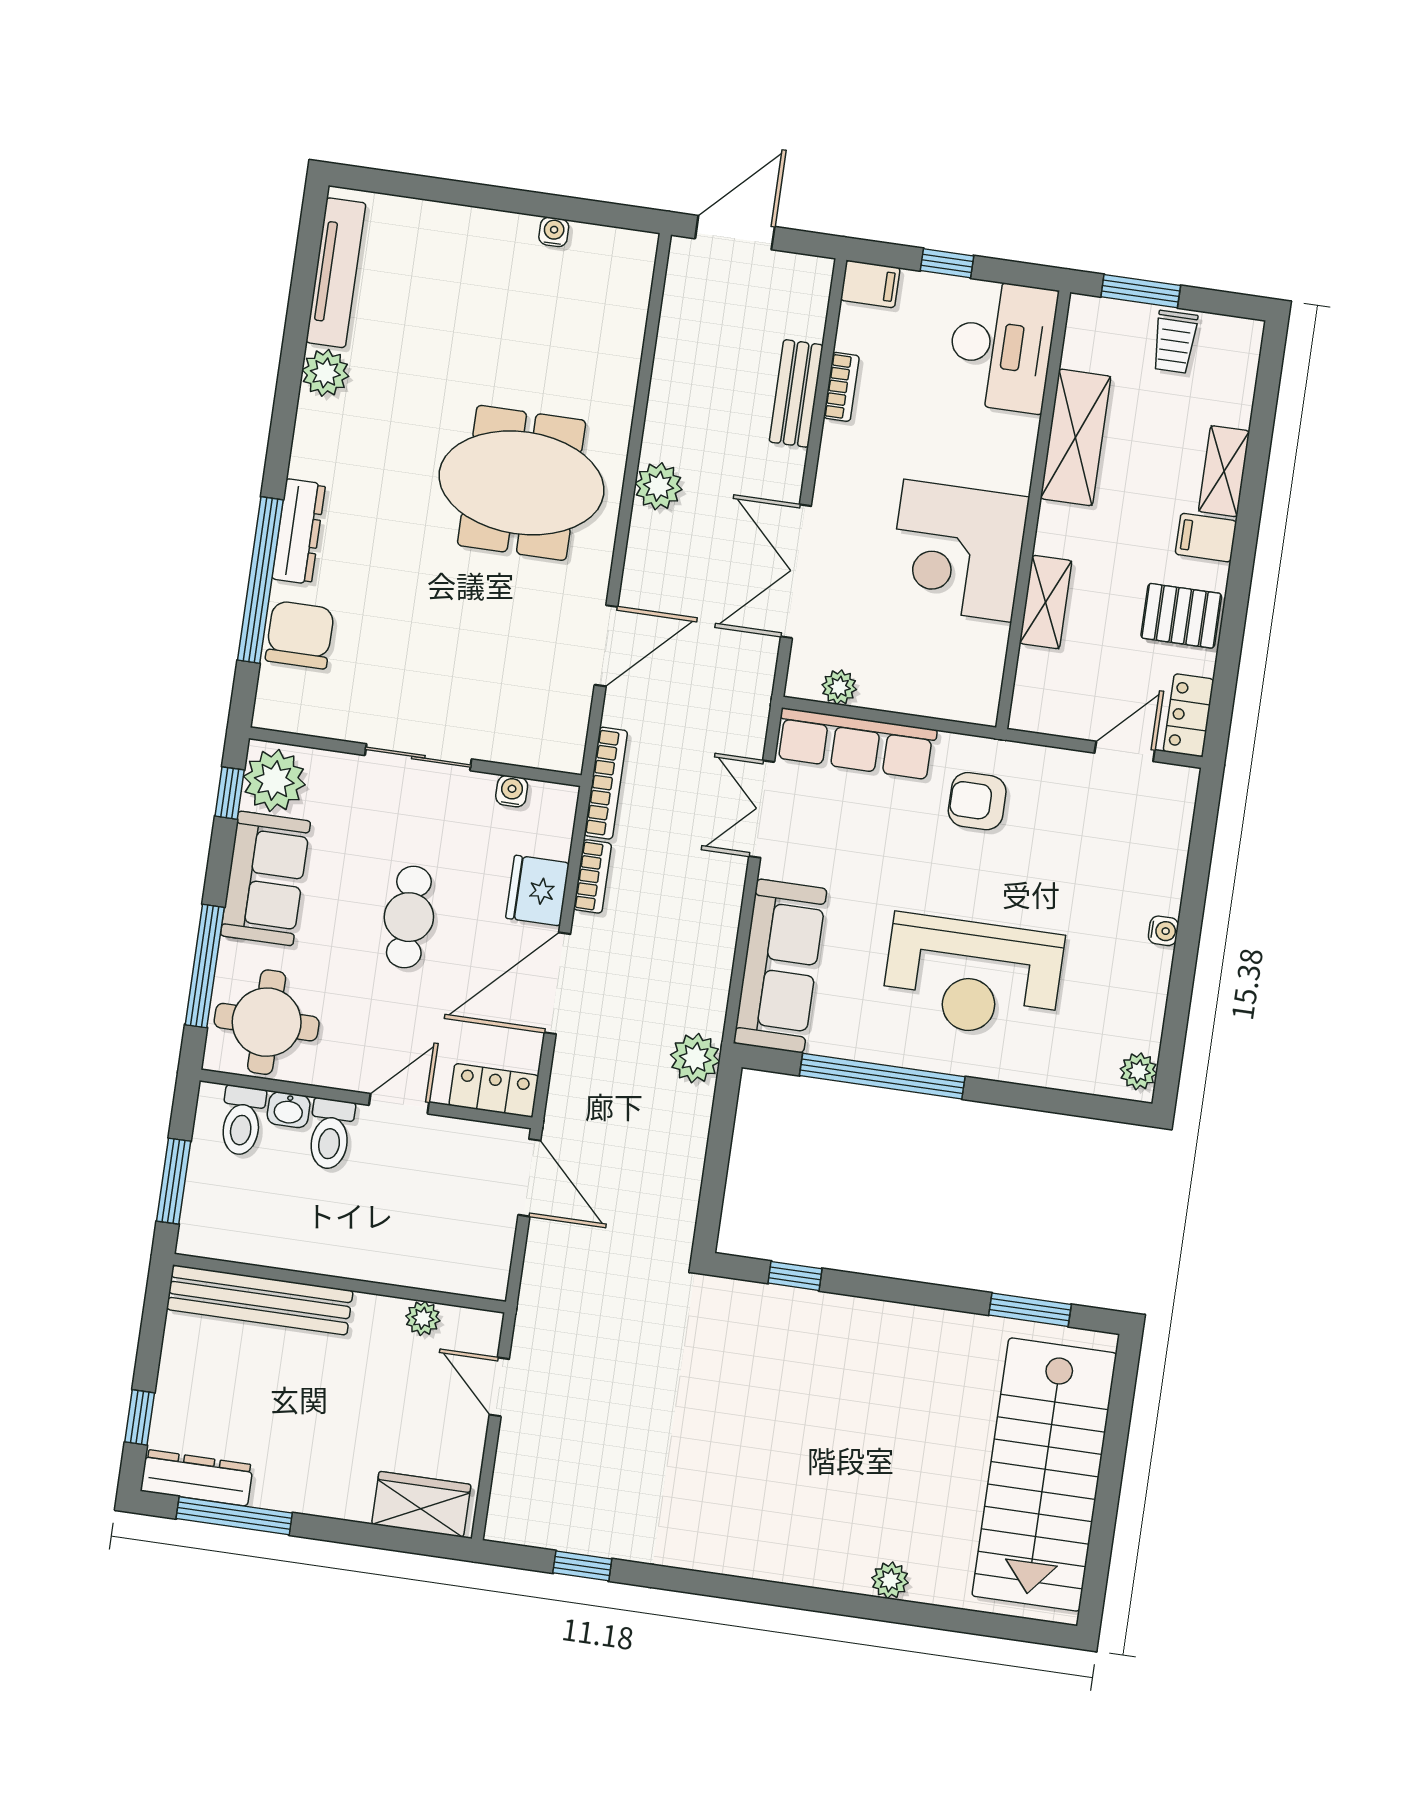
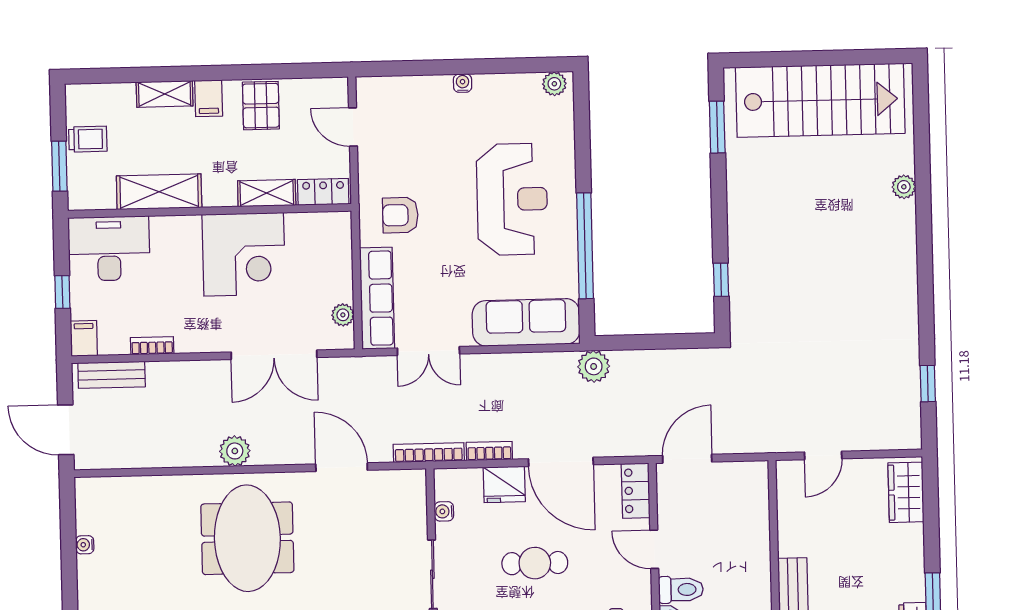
bench: (796, 393) -> (112, 375), moved
locker: (1189, 715) -> (323, 192), moved, turned 180
armchair: (977, 801) -> (400, 215), turned 90
plant: (423, 1318) -> (788, 511), removed

